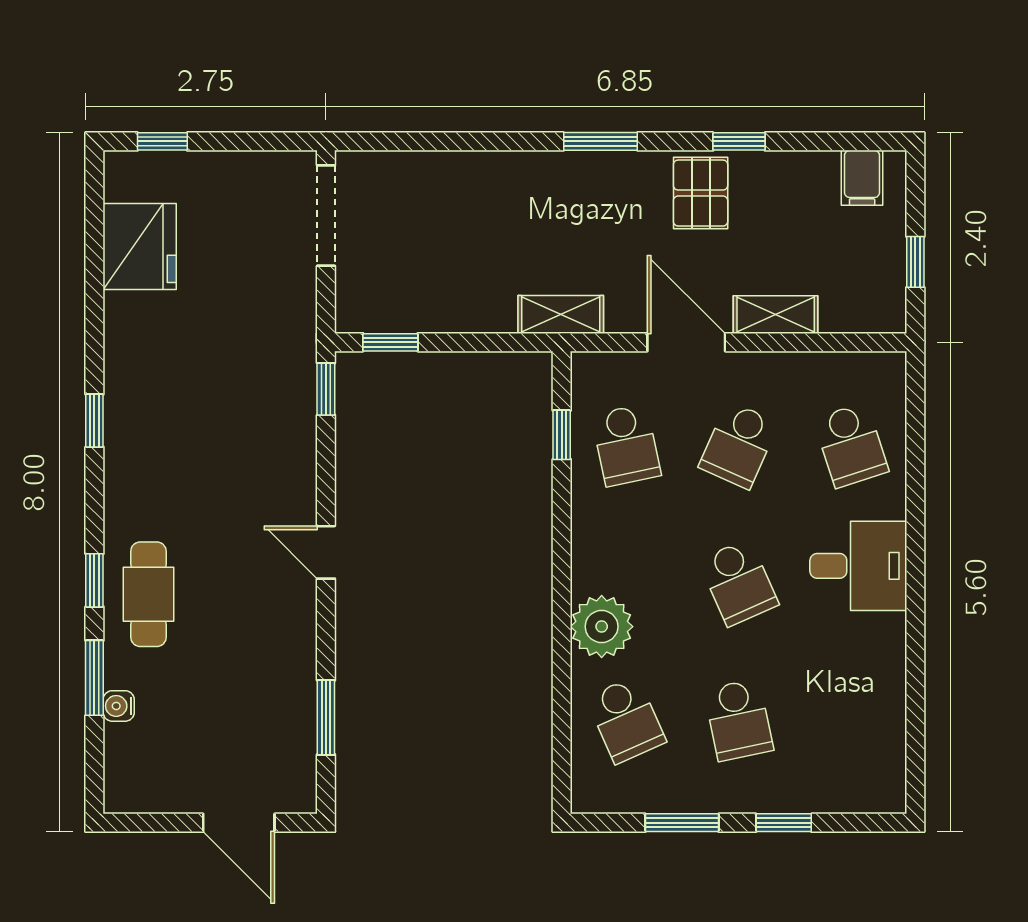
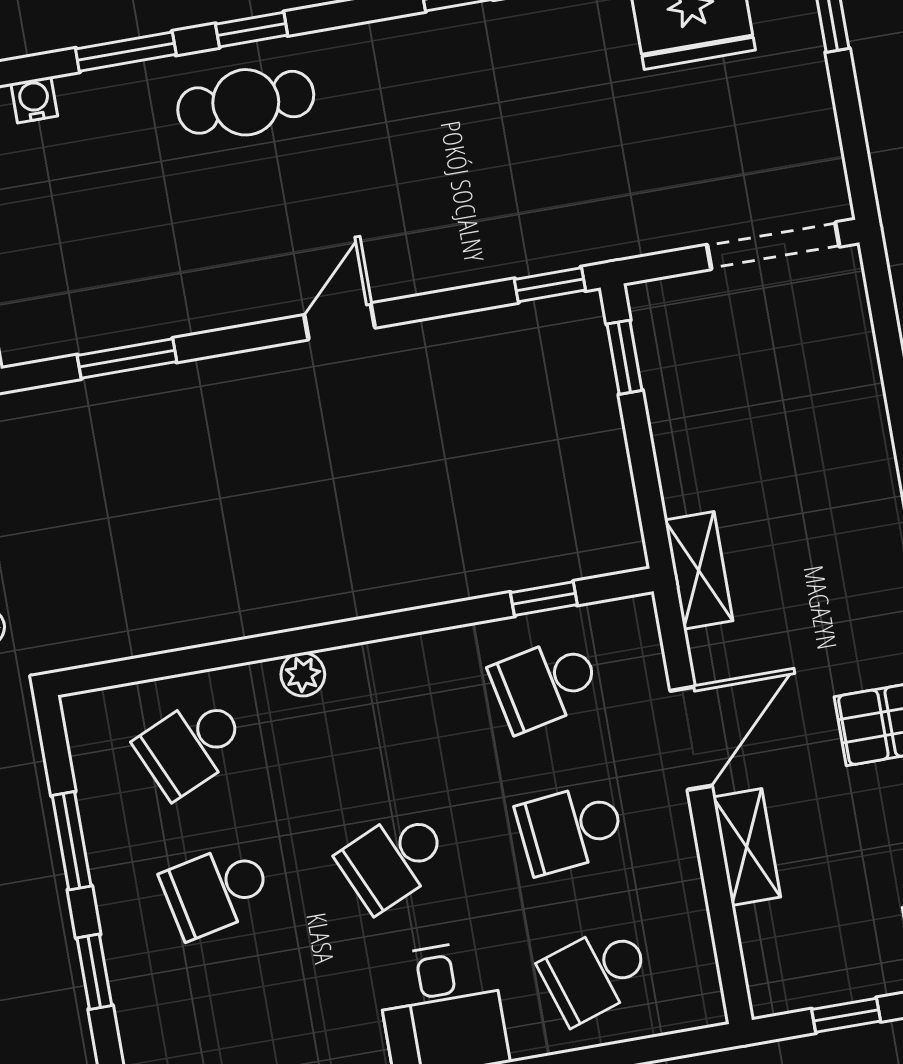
school desk: (739, 445) -> (570, 829), turned -30
plant: (602, 627) -> (303, 674), width x0.53, depth x0.53
water cooler: (119, 706) -> (34, 100), moved

